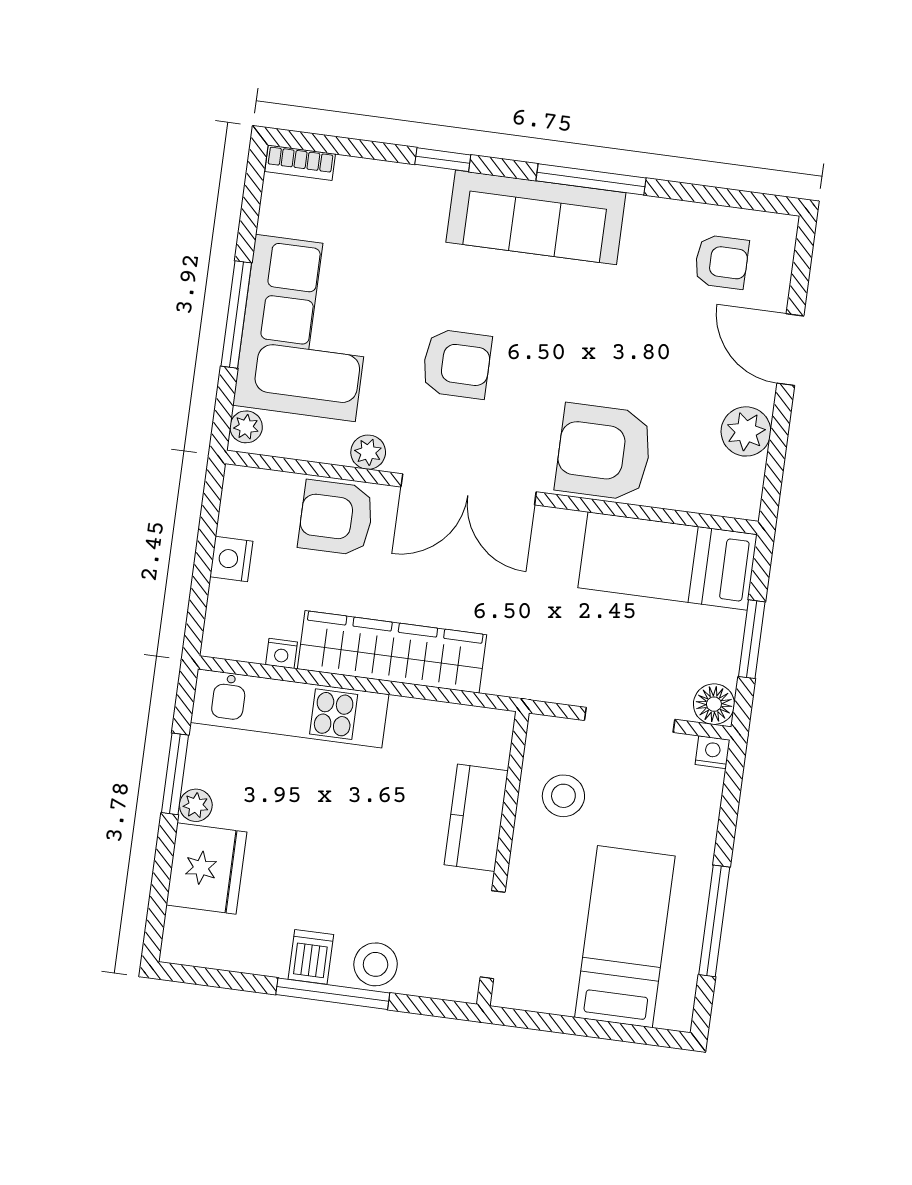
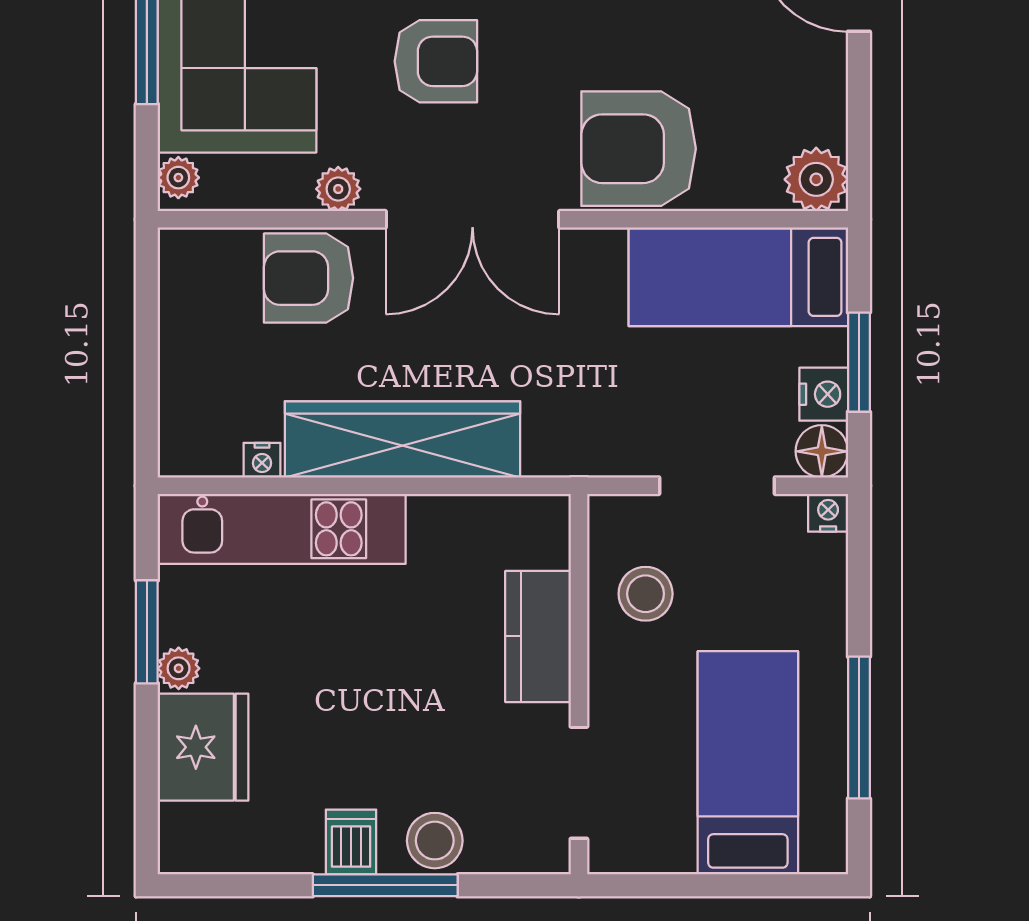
plant: (746, 431) -> (816, 179), moved
nightstand: (231, 559) -> (824, 394), moved, turned 180

